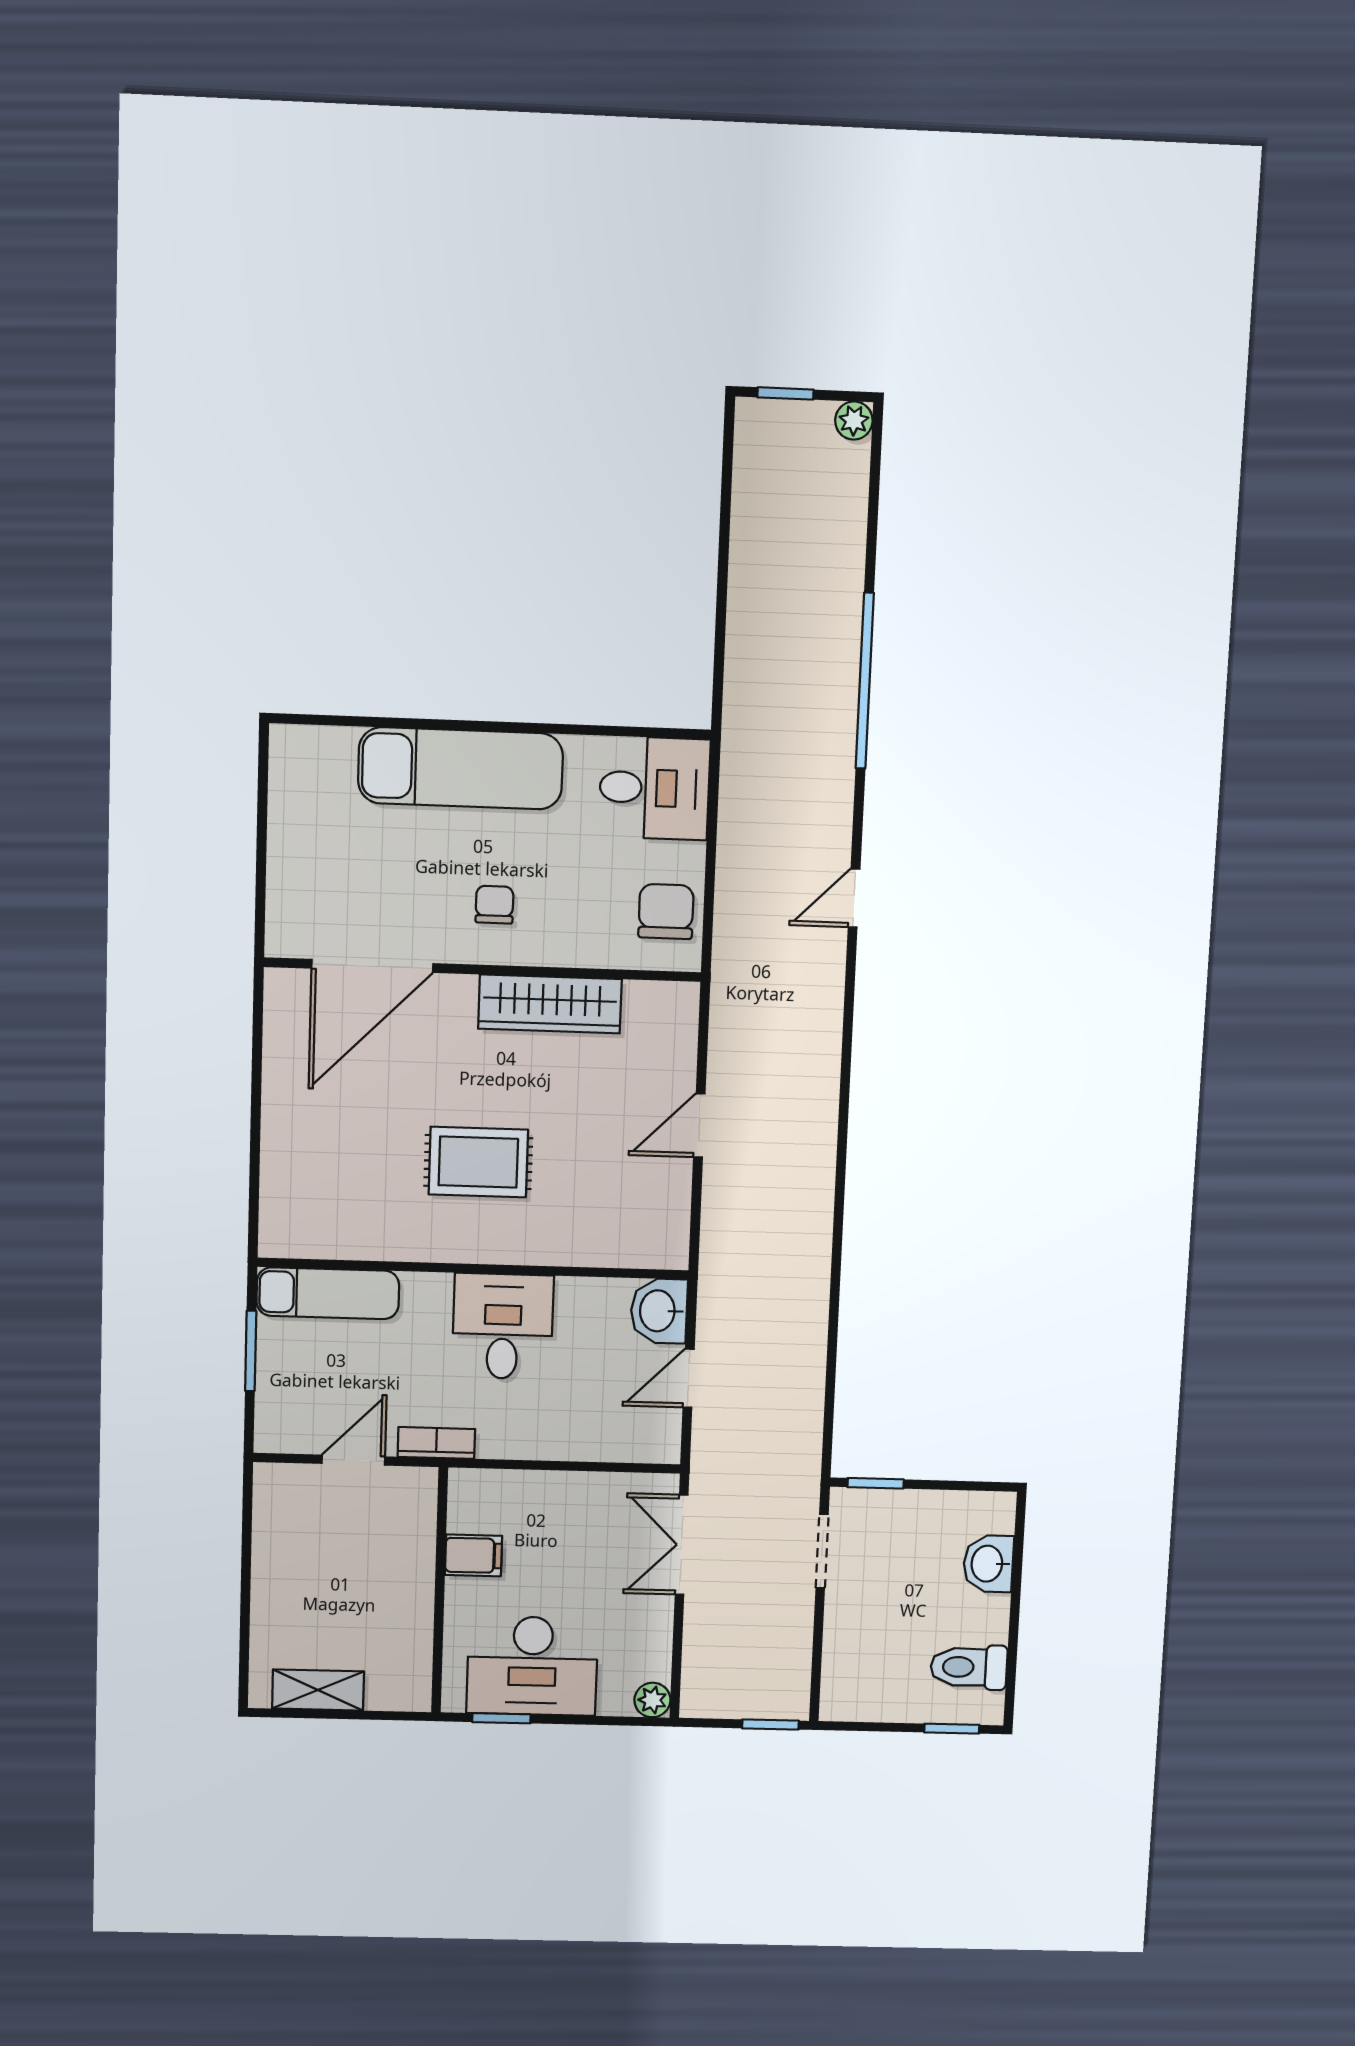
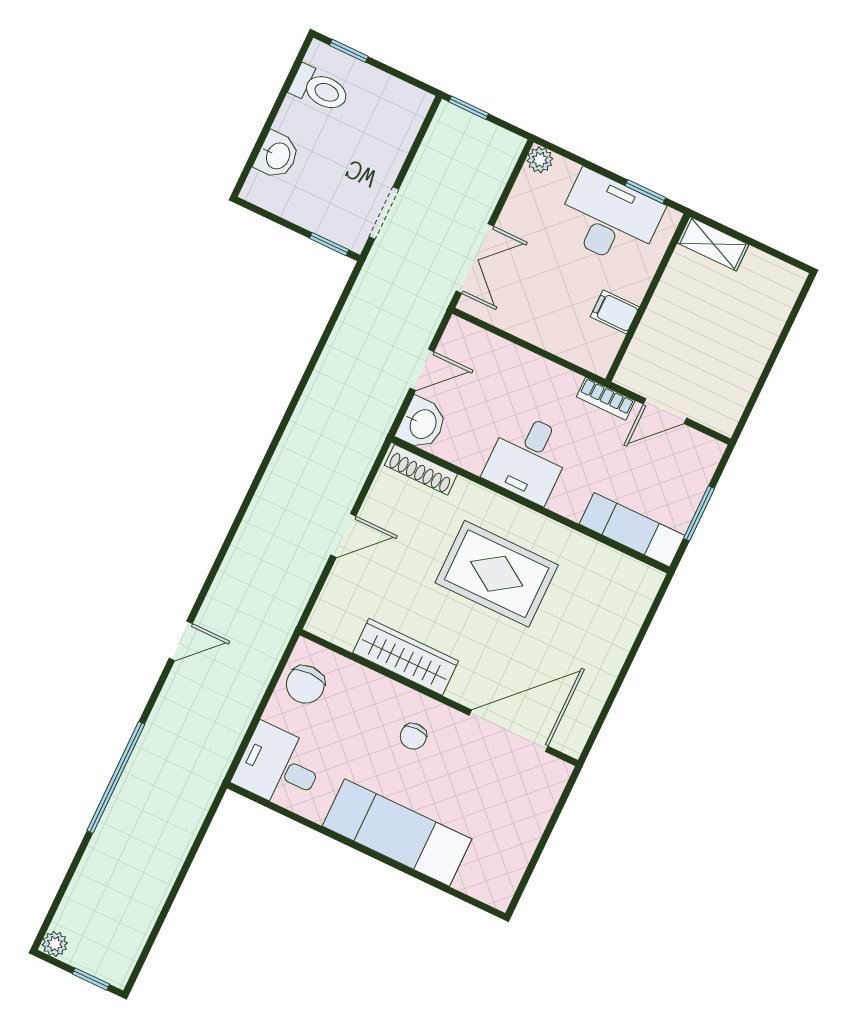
rug: (478, 1162) -> (497, 574), width x1.36, depth x1.43
shoe rack: (635, 1252) -> (421, 470), added
shelving: (318, 1690) -> (713, 244), moved

